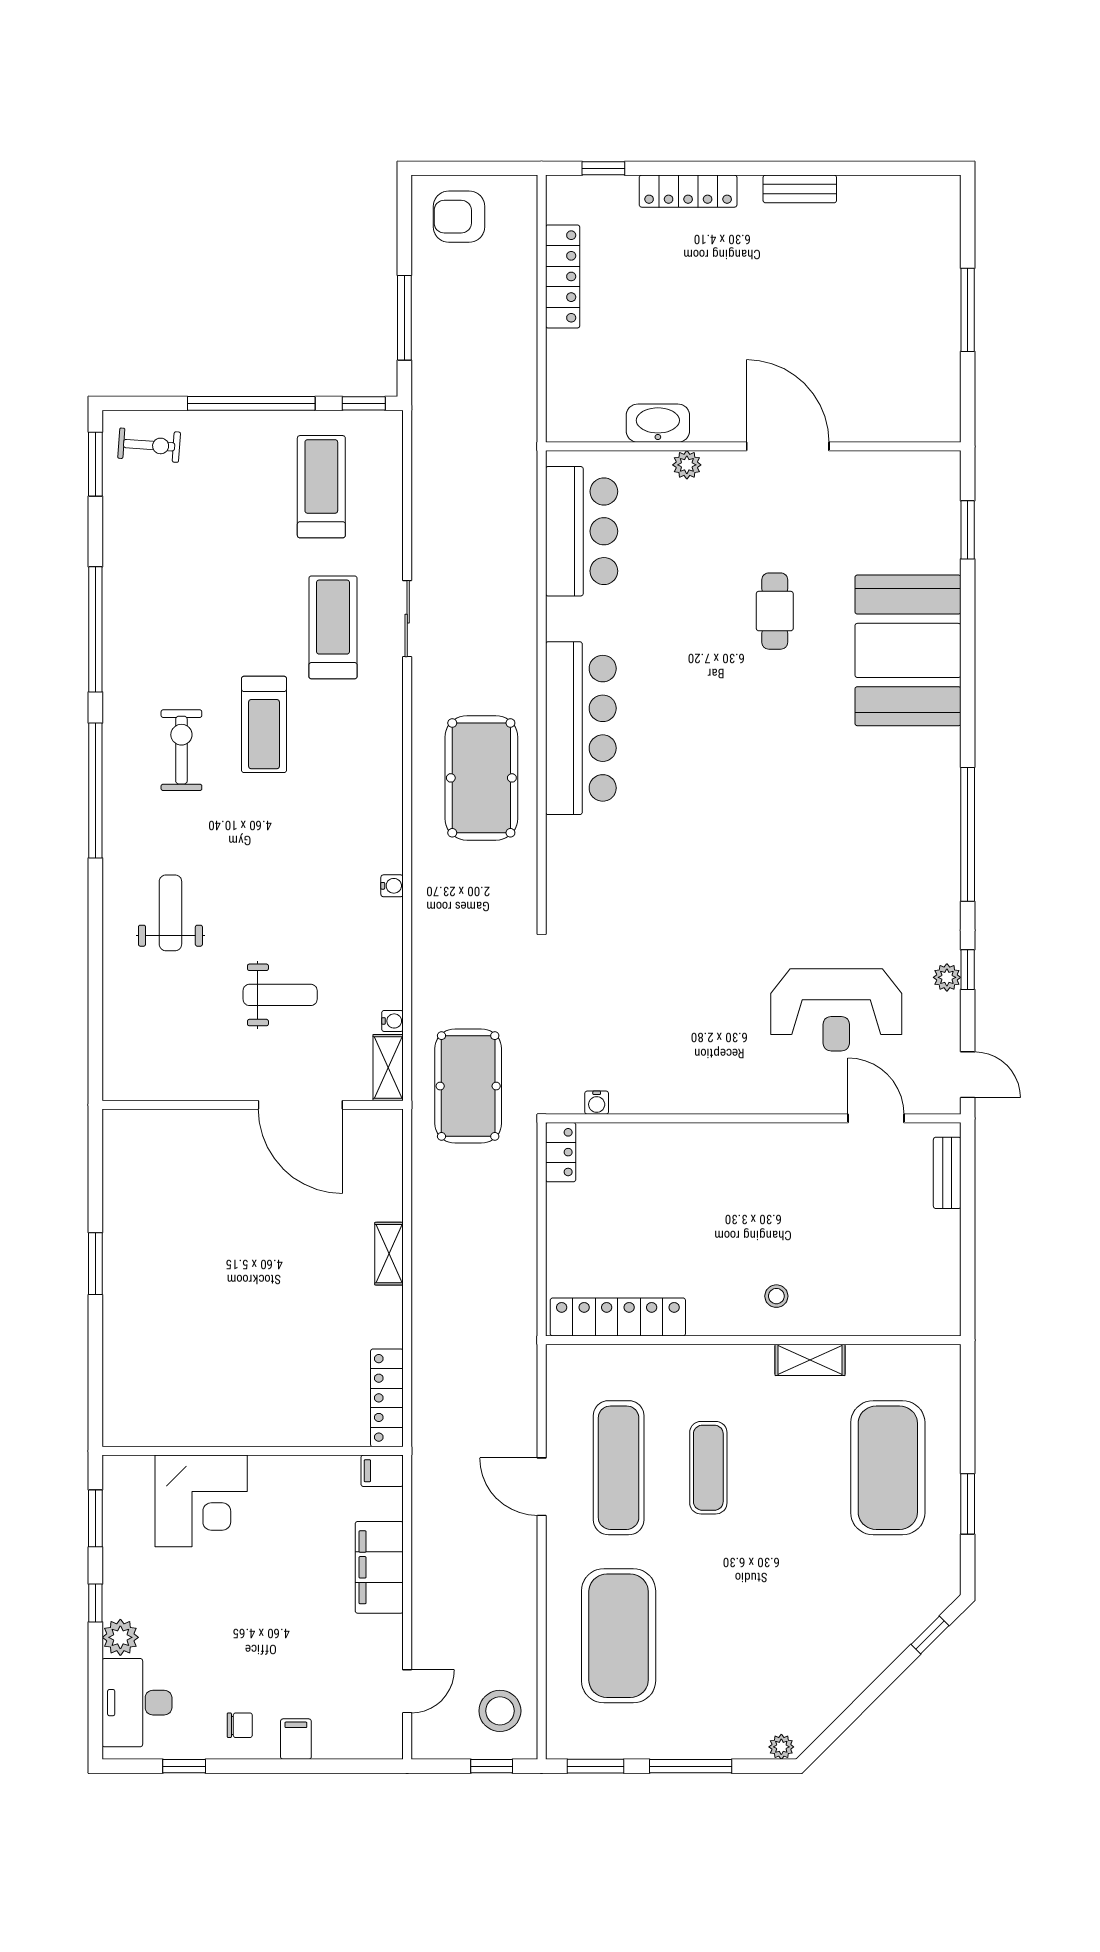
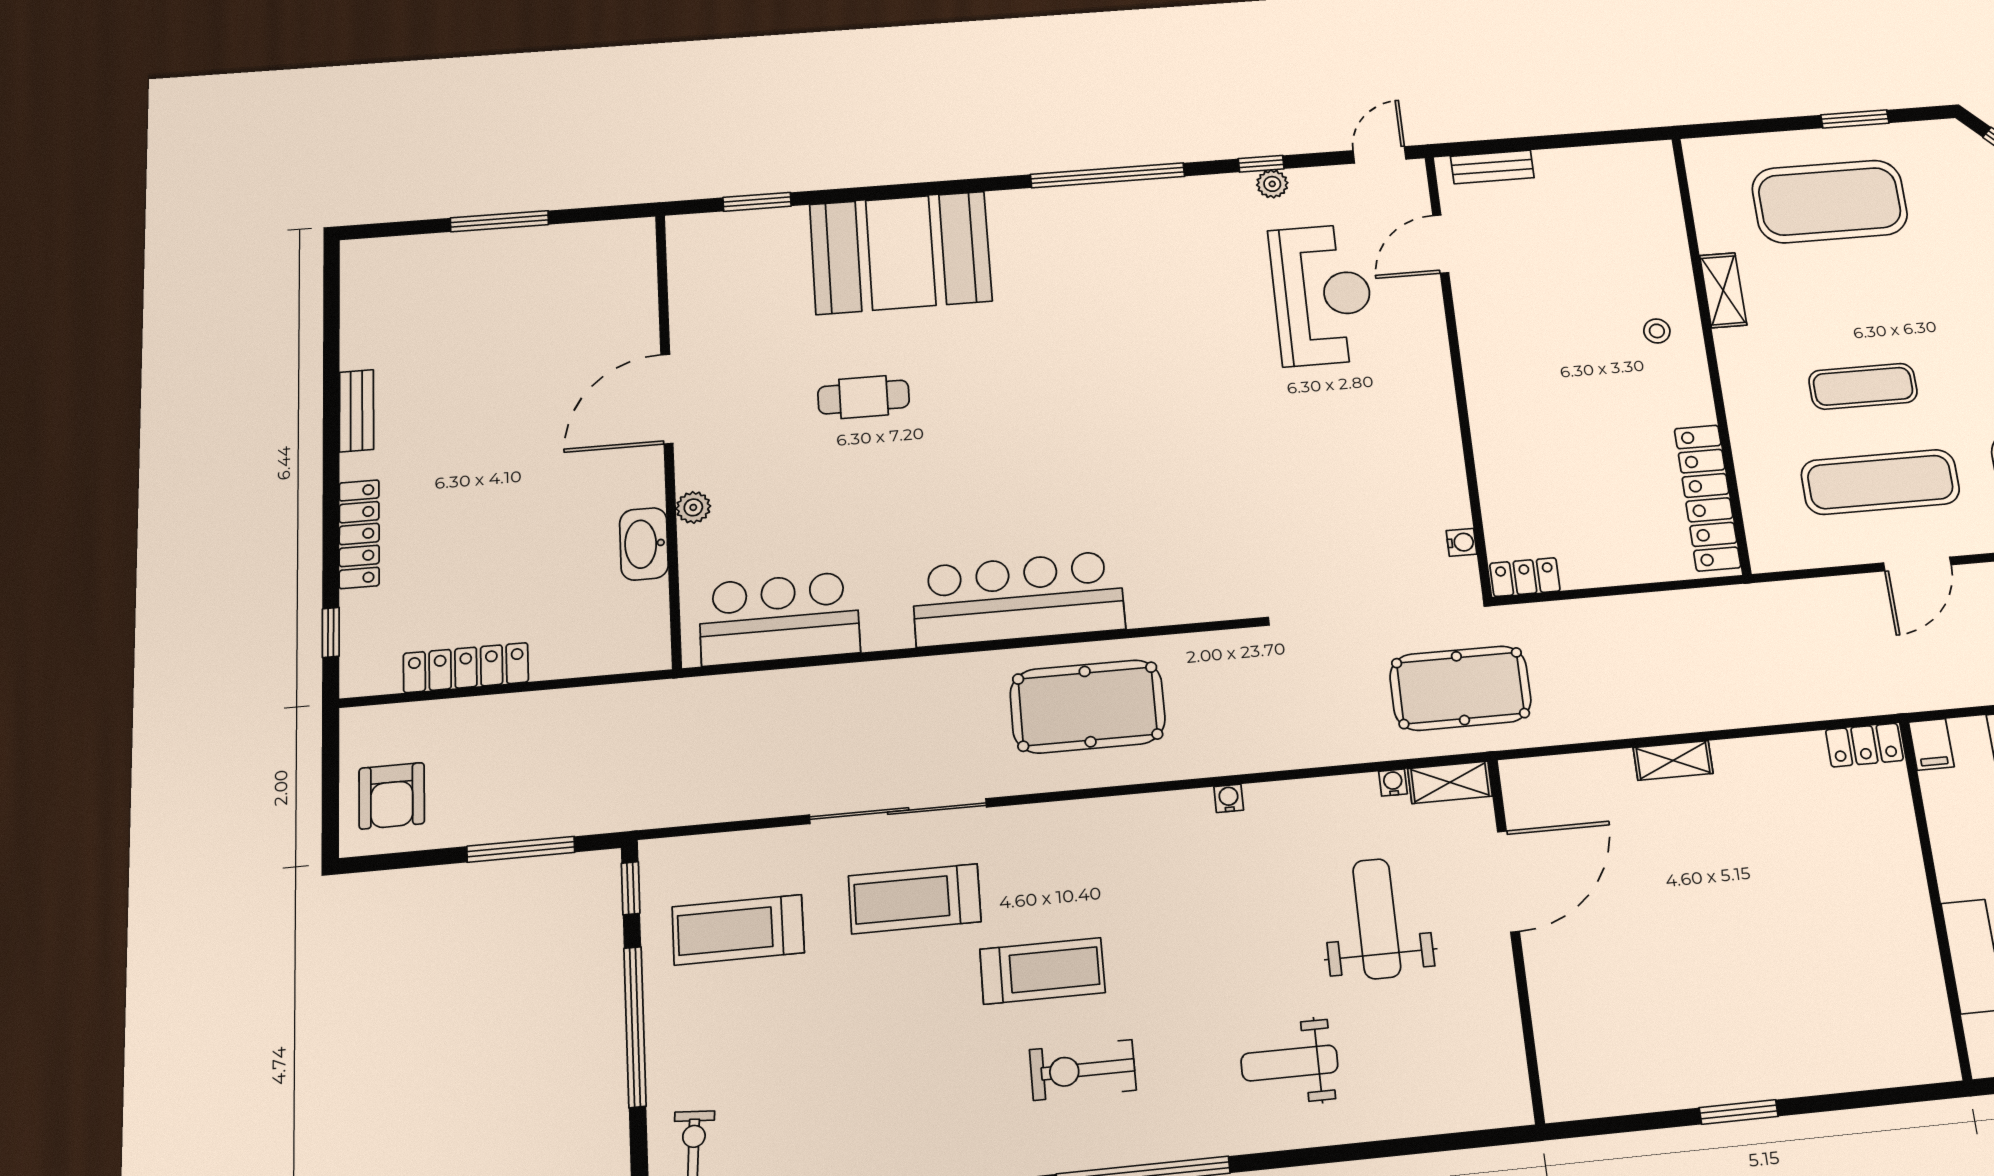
sliding door: (407, 619) -> (898, 811), width x1.86
weight bench: (280, 995) -> (1377, 919), width x1.36, depth x1.33
locker: (387, 1398) -> (1864, 745), width x0.66

